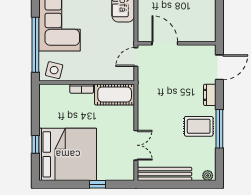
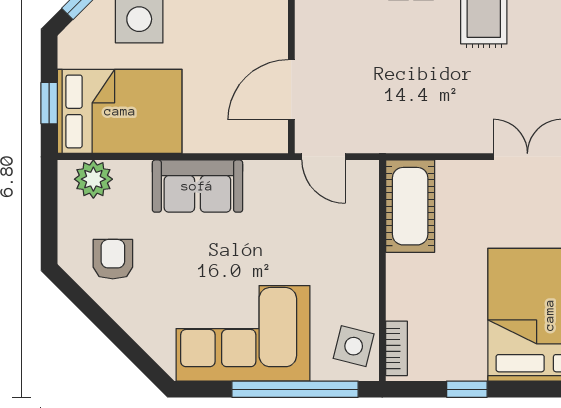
bookcase: (82, 89) -> (396, 348), moved
window: (35, 144) -> (467, 389), moved

